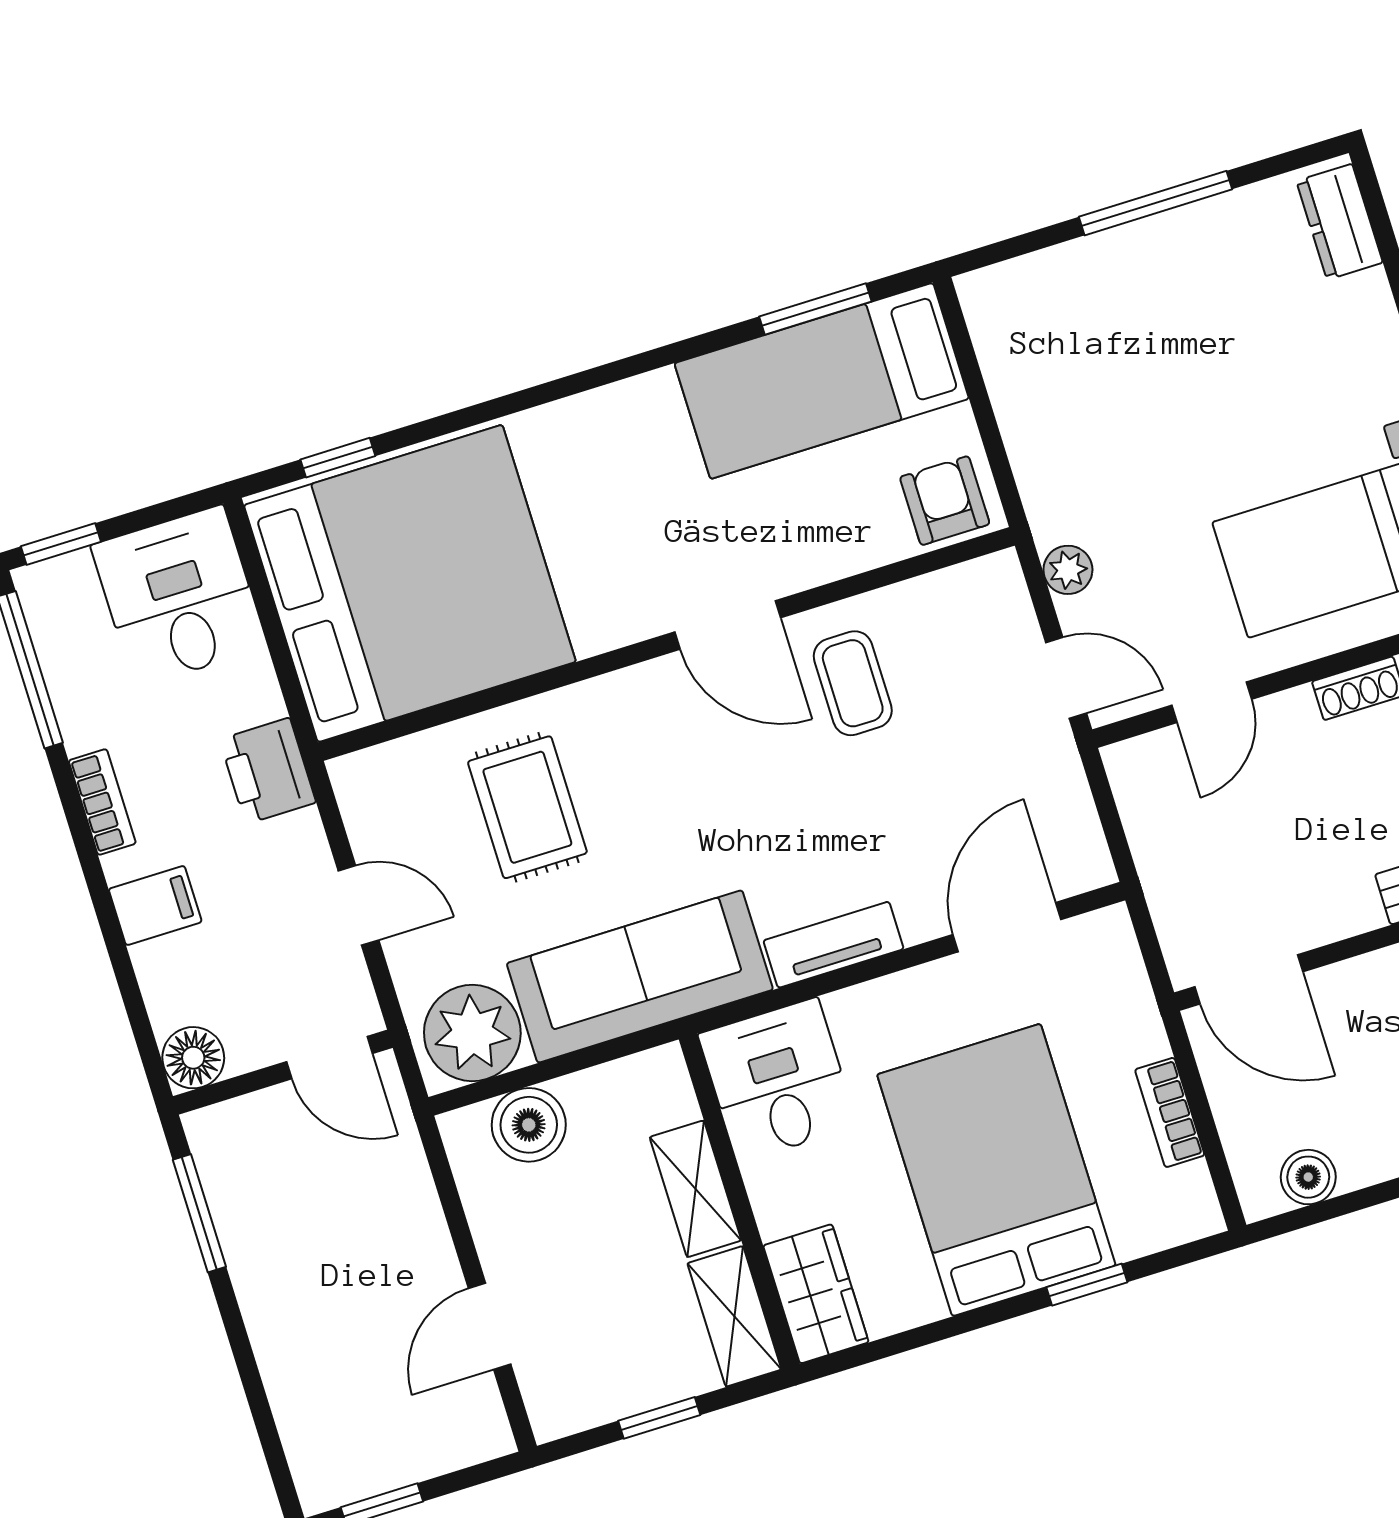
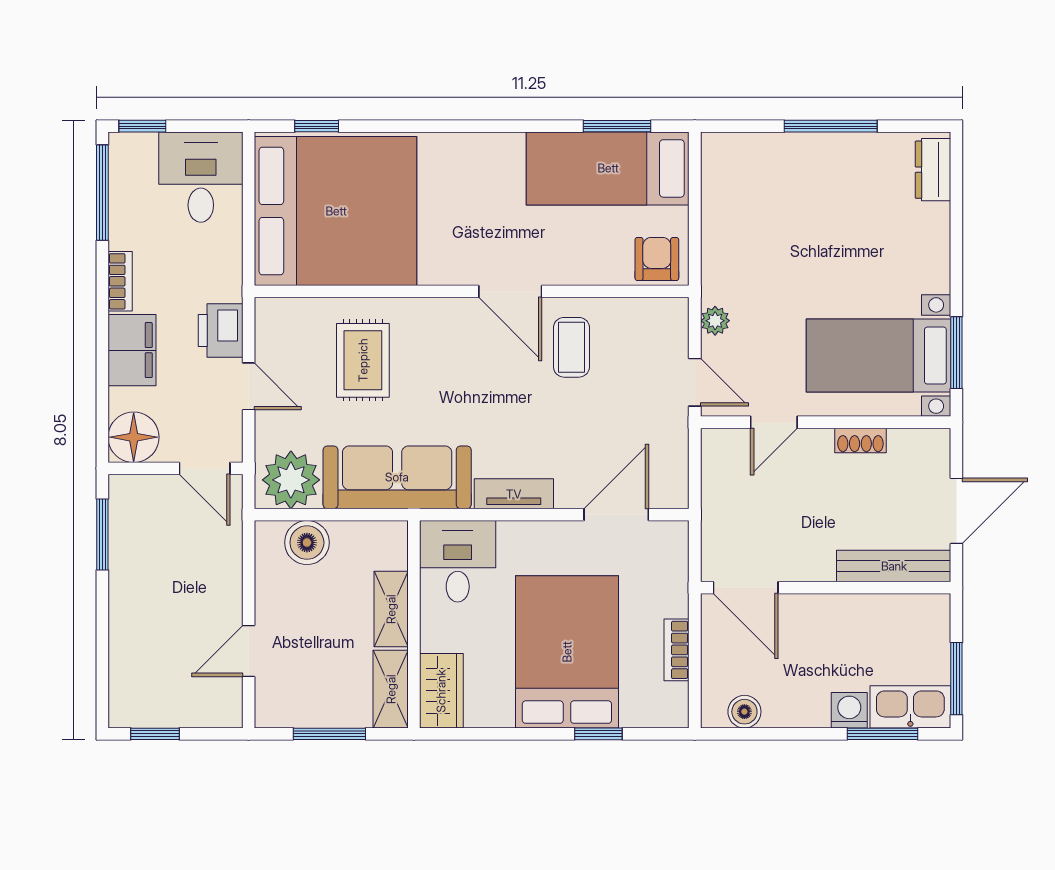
printer: (268, 771) -> (221, 330), moved
filing cabinet: (155, 905) -> (132, 350), width x2.00
floor lamp: (193, 1058) -> (134, 437), width x1.38, depth x1.38
window: (659, 1418) -> (329, 734), width x1.50

